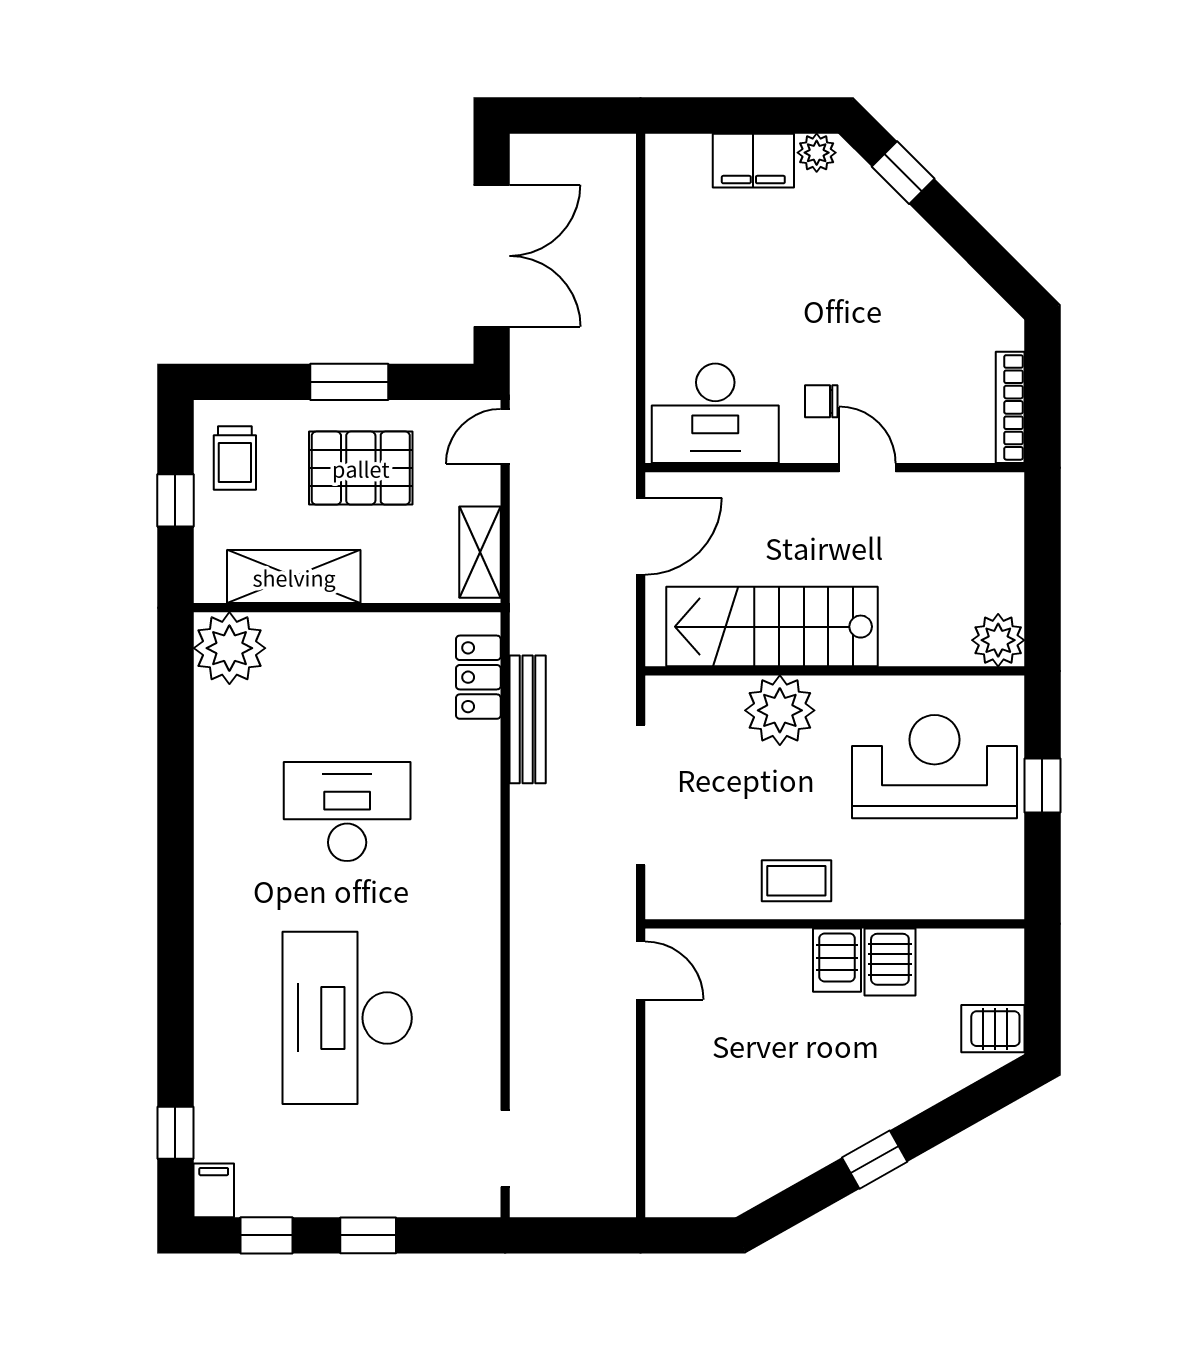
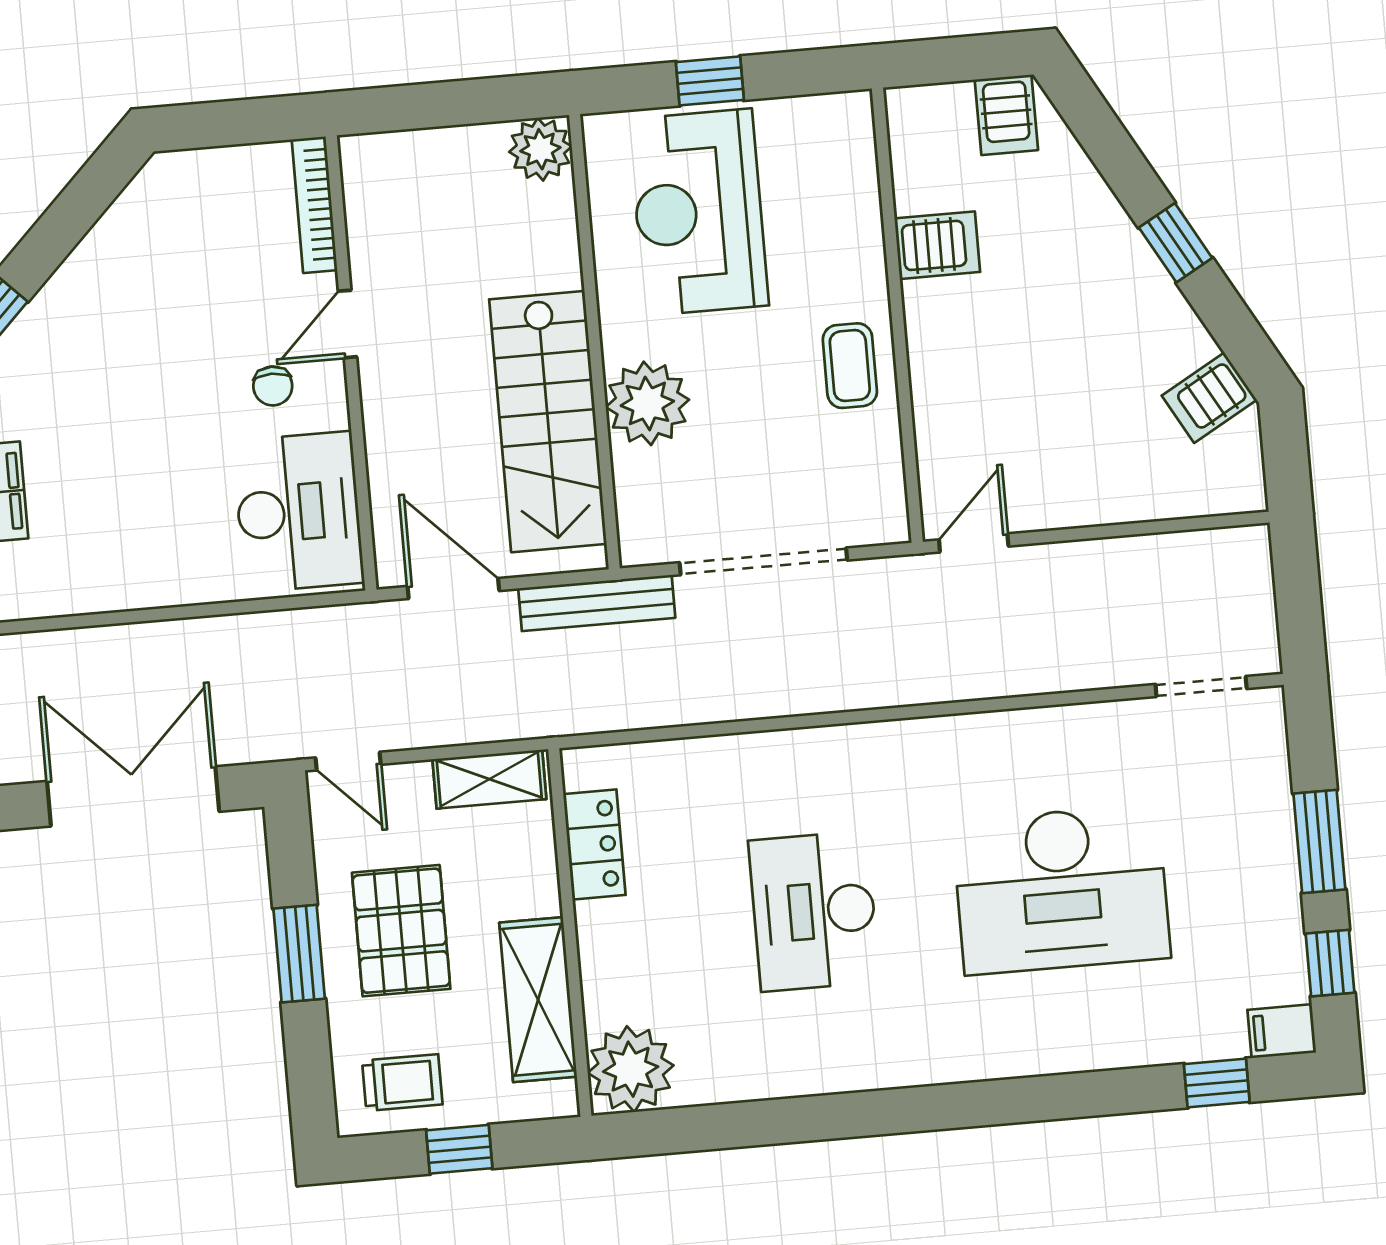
bookcase: (1010, 407) -> (314, 205), moved, turned 90
locker: (478, 677) -> (594, 844), moved, turned -90
bench: (528, 719) -> (597, 603), moved
server rack: (837, 960) -> (1209, 398), moved, turned 151
window: (368, 1235) -> (1319, 842), width x1.50

